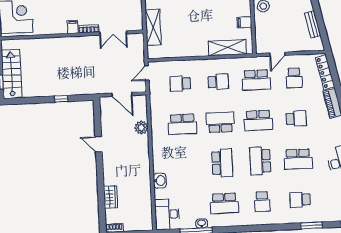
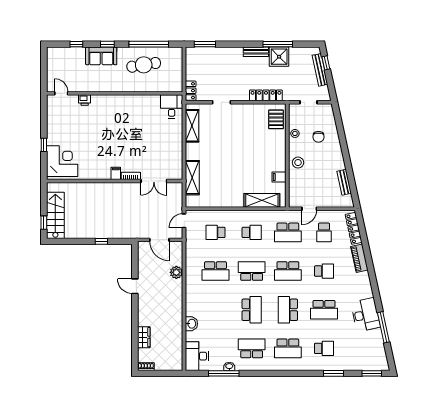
school desk: (300, 200) -> (324, 348), turned 180
school desk: (262, 202) -> (288, 348), width x1.85
school desk: (224, 203) -> (252, 348), turned 180

